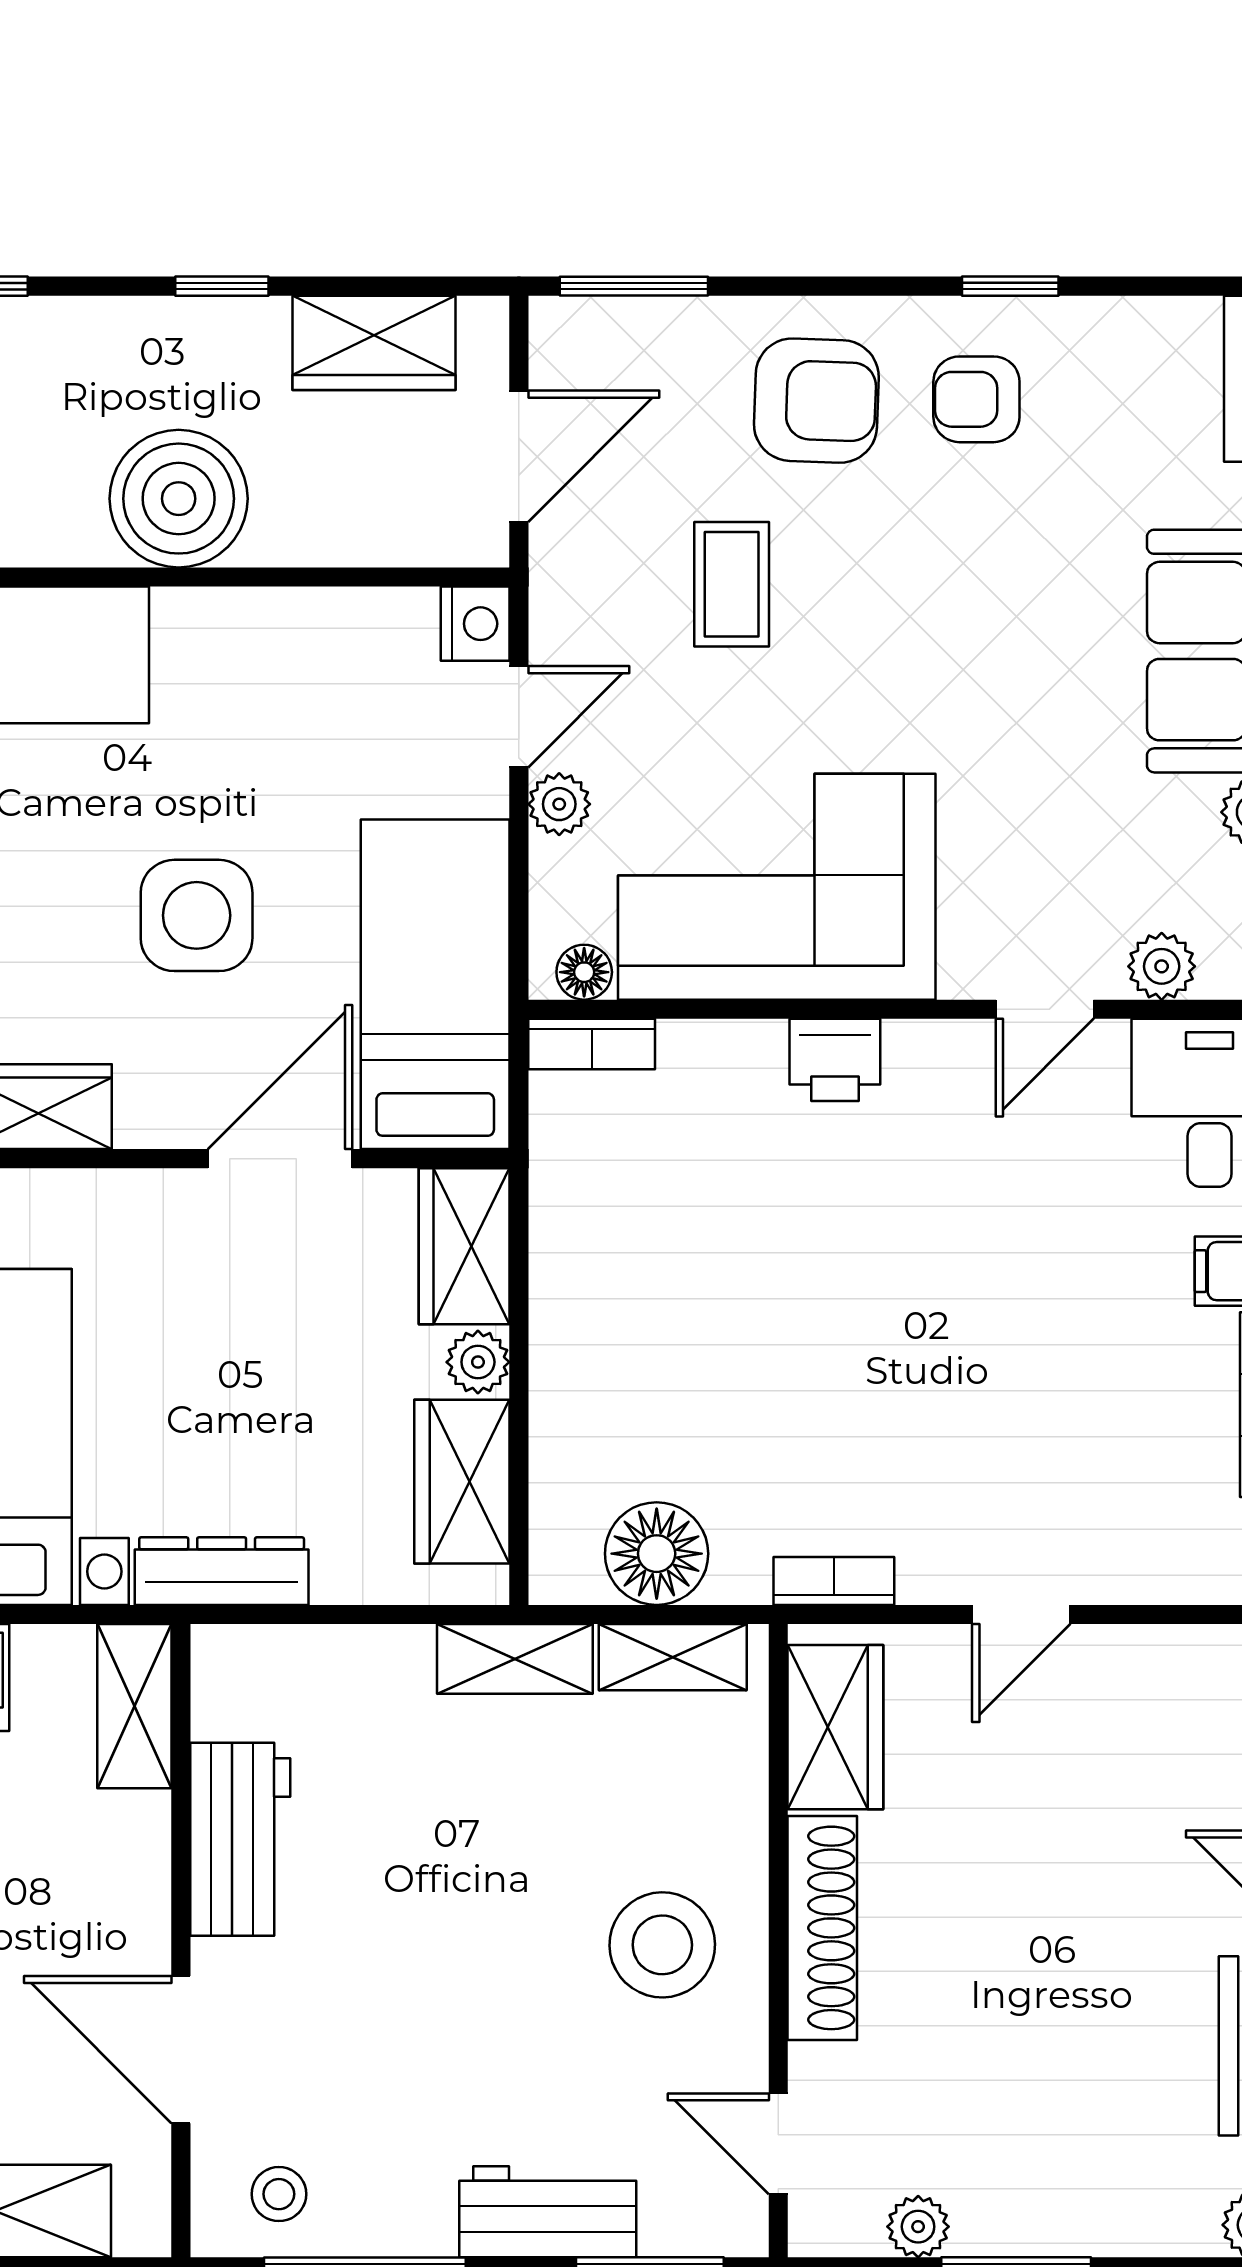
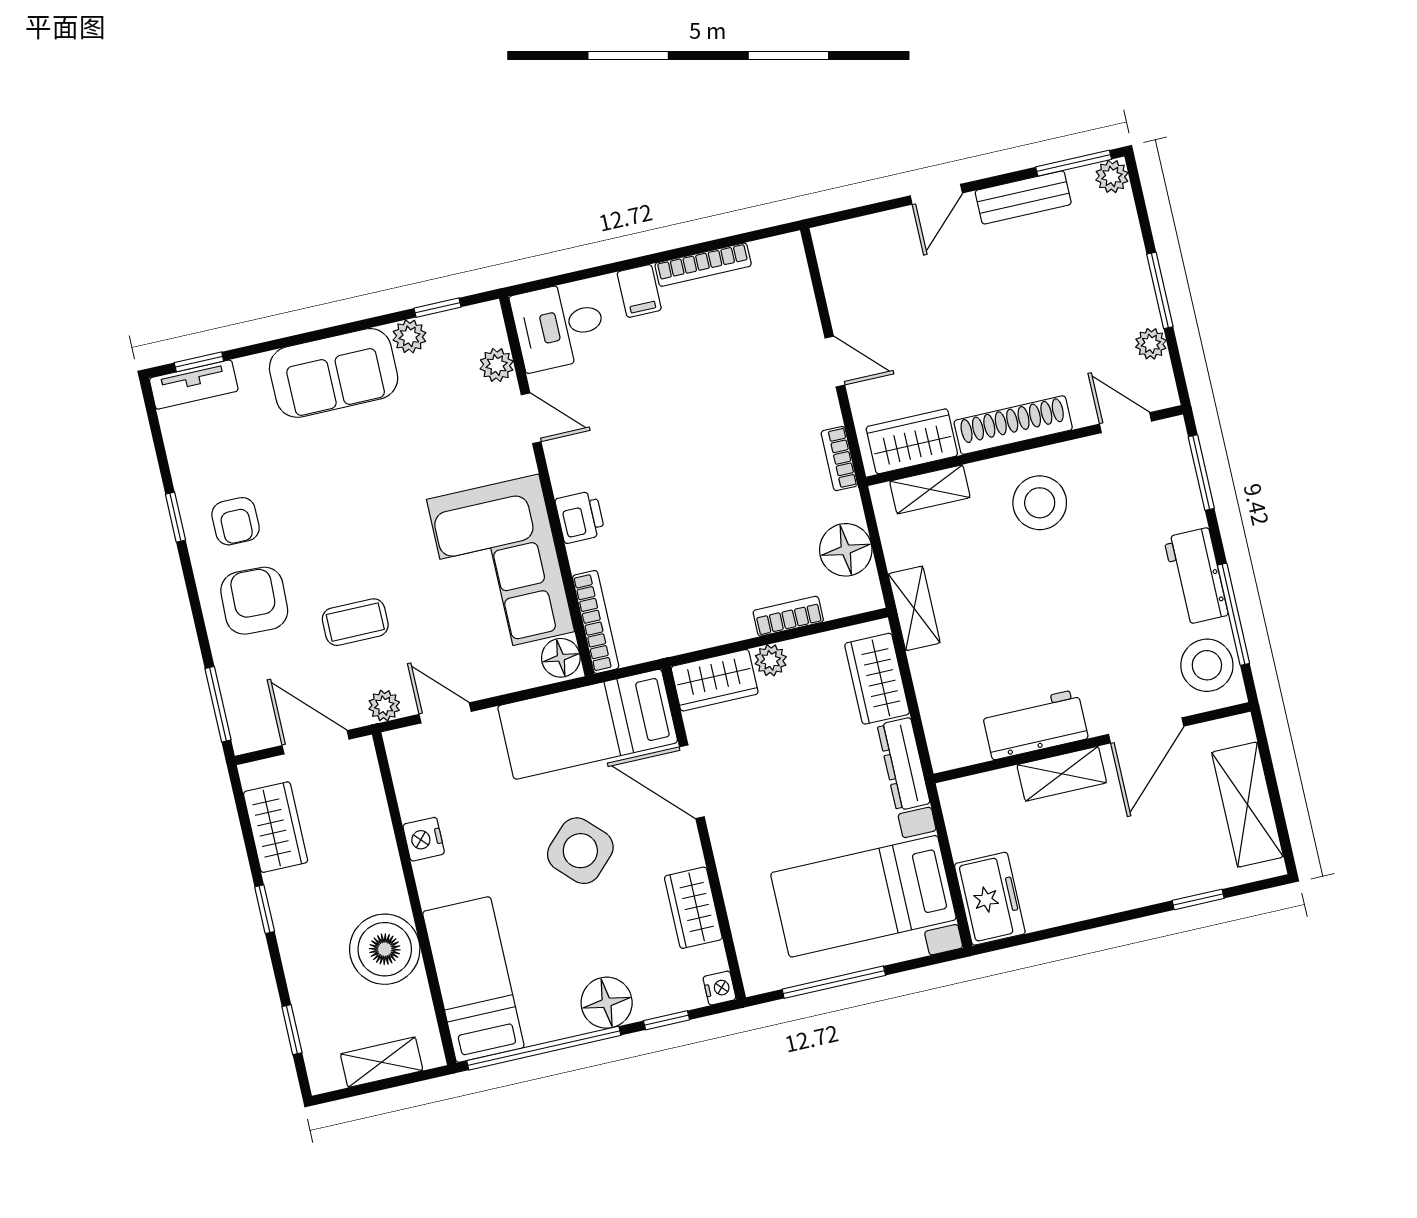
boiler: (179, 499) -> (385, 949), moved
nightstand: (475, 624) -> (424, 839), moved, turned -90
plant: (559, 804) -> (384, 706), moved
side table: (197, 915) -> (580, 851), turned 45
floor lamp: (584, 972) -> (561, 658), width x1.37, depth x1.37
bookcase: (592, 1044) -> (596, 622), width x1.56
bookcase: (555, 1415) -> (788, 616), added
wardrobe: (462, 1482) -> (877, 679), moved, turned 90
shelving: (673, 1657) -> (930, 489), moved, turned 90
shelving: (134, 1706) -> (1062, 774), moved
door: (778, 2144) -> (1126, 423), swing flipped
stool: (279, 2194) -> (1207, 665), width x1.89, depth x1.89
workbench: (548, 2212) -> (1196, 576), moved

